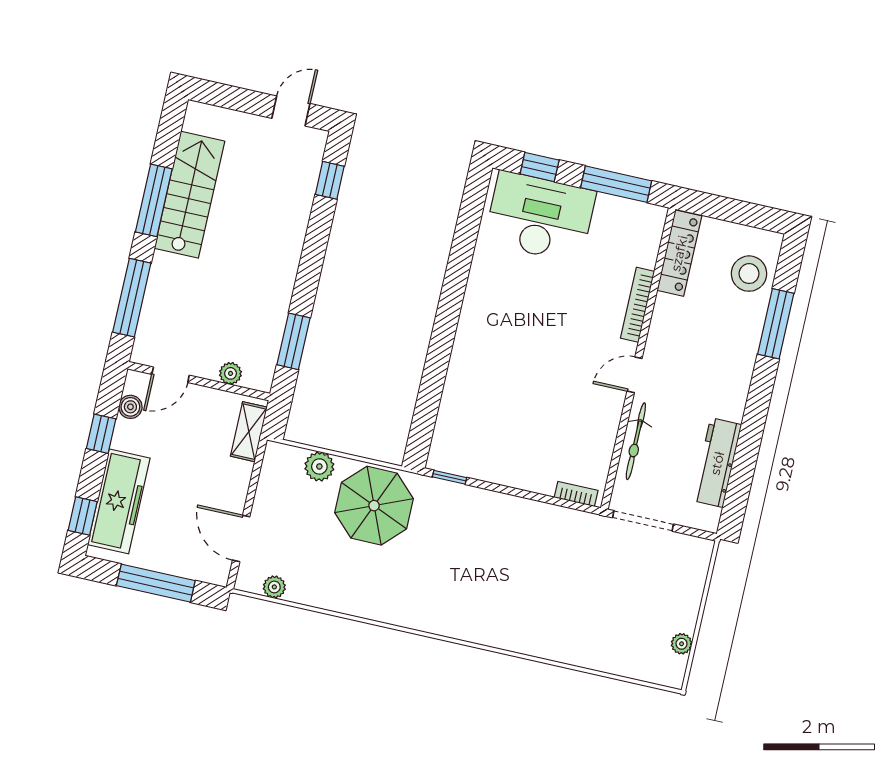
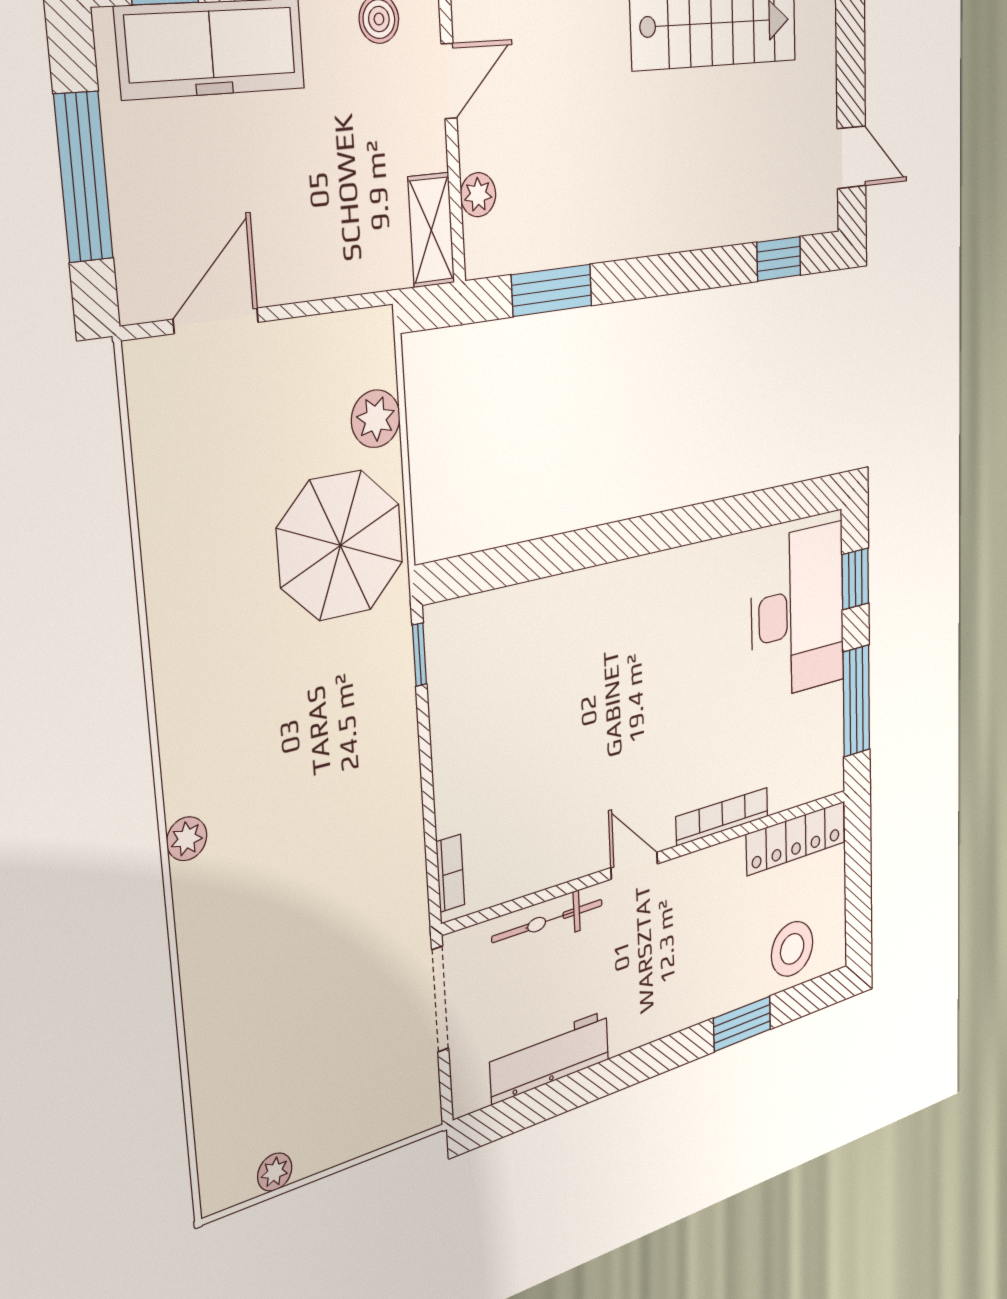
window: (776, 324) -> (742, 1024), width x0.69
door: (171, 375) -> (449, 81), swing flipped
shelving: (249, 432) -> (431, 230), moved, turned 90
plant: (274, 587) -> (187, 839), moved

